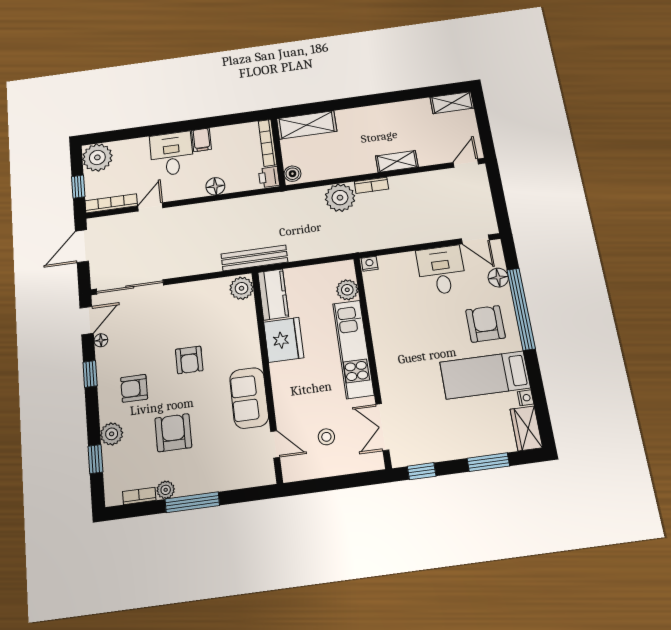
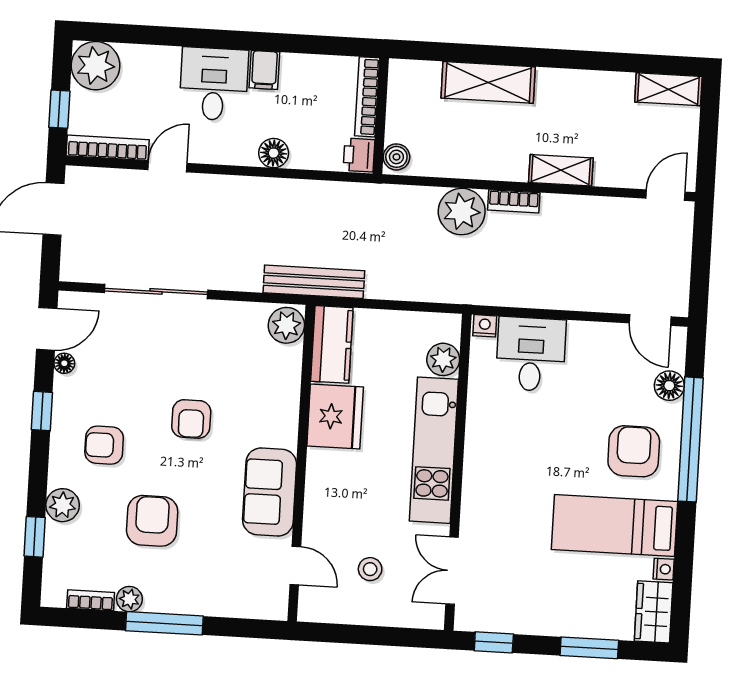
shelving: (307, 125) -> (488, 82), moved
desk: (441, 270) -> (531, 354), moved
sliding door: (130, 287) -> (156, 291), moved

